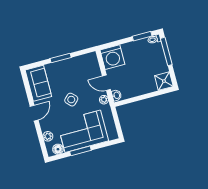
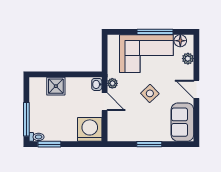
shower: (164, 81) -> (56, 86), moved
door: (34, 113) -> (196, 89), hinge flipped
window: (80, 151) -> (155, 32), width x1.44

